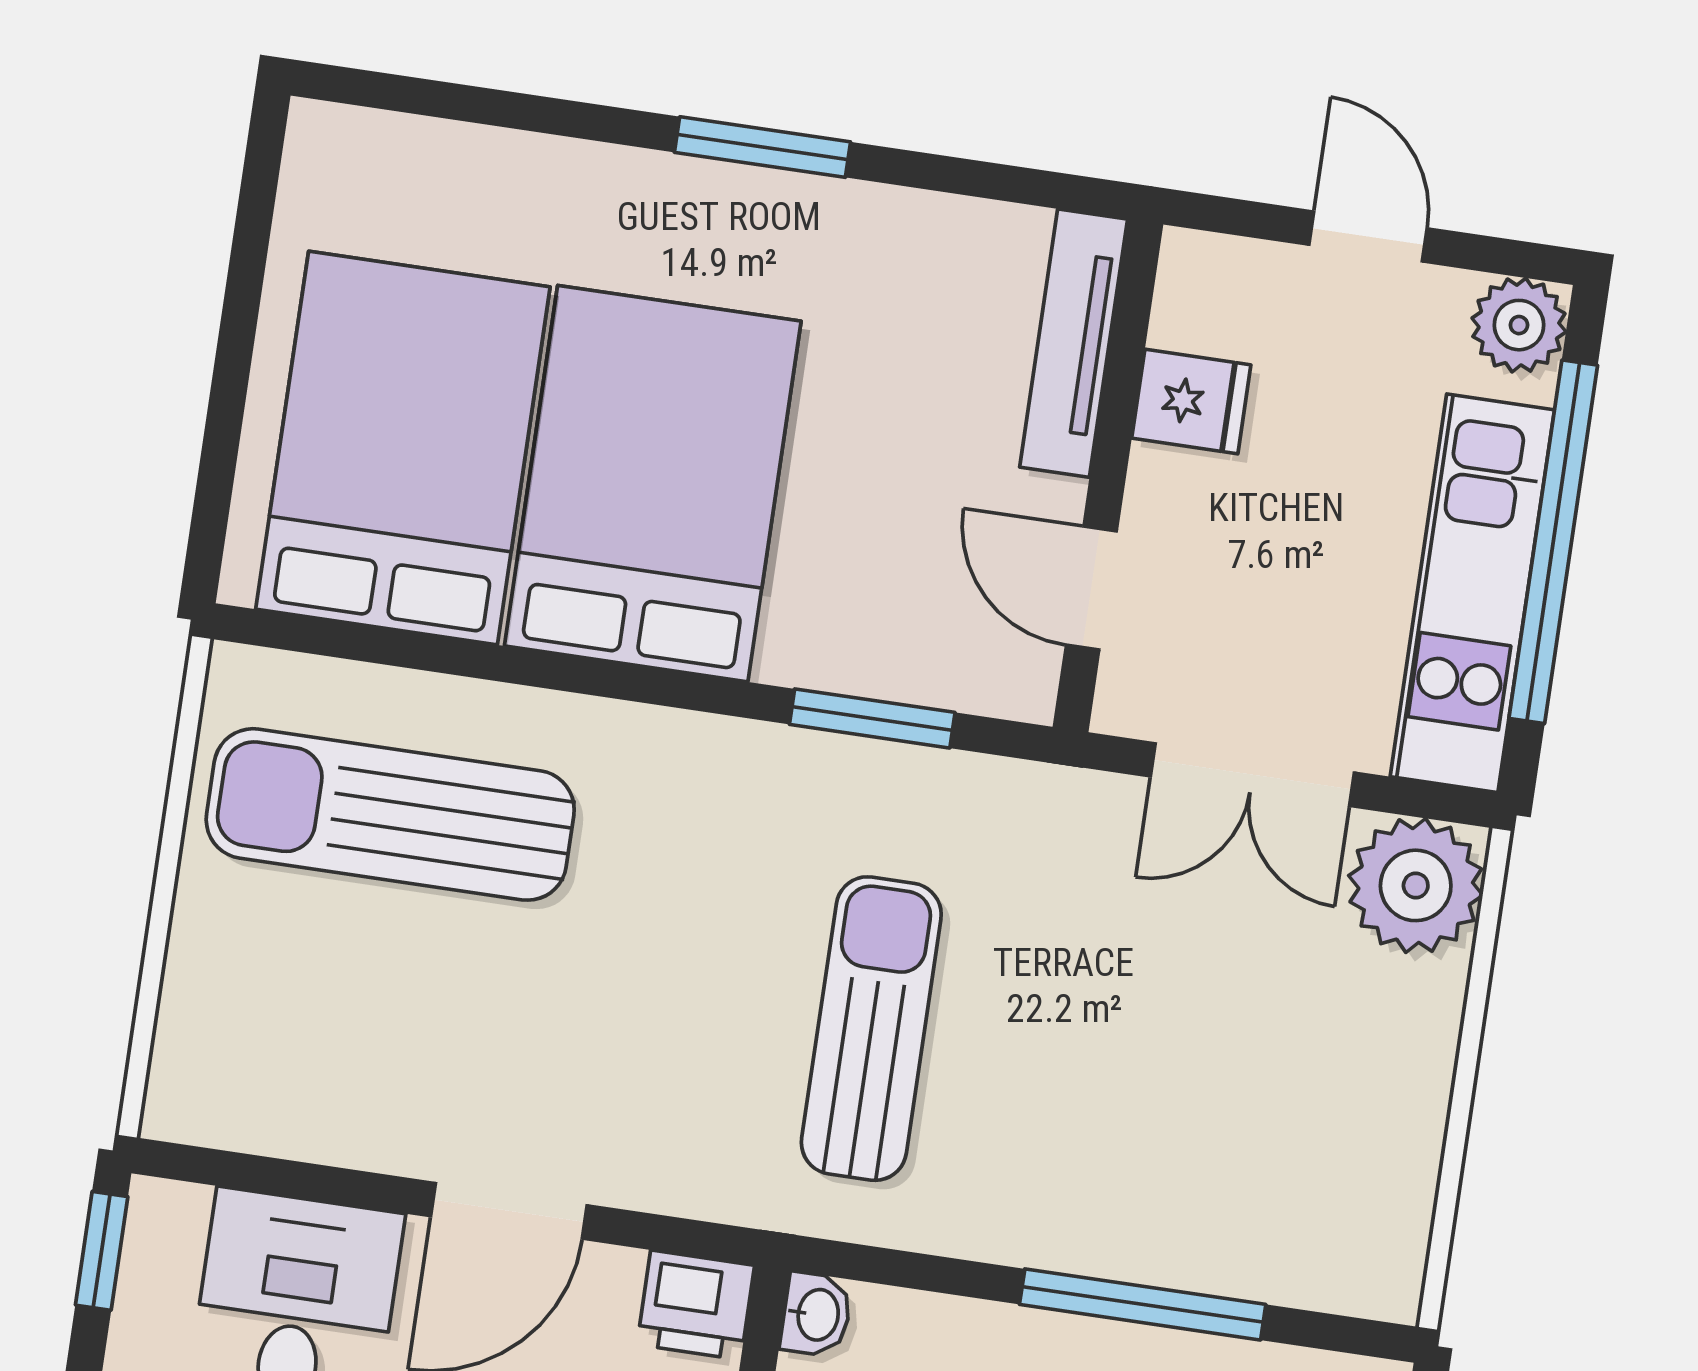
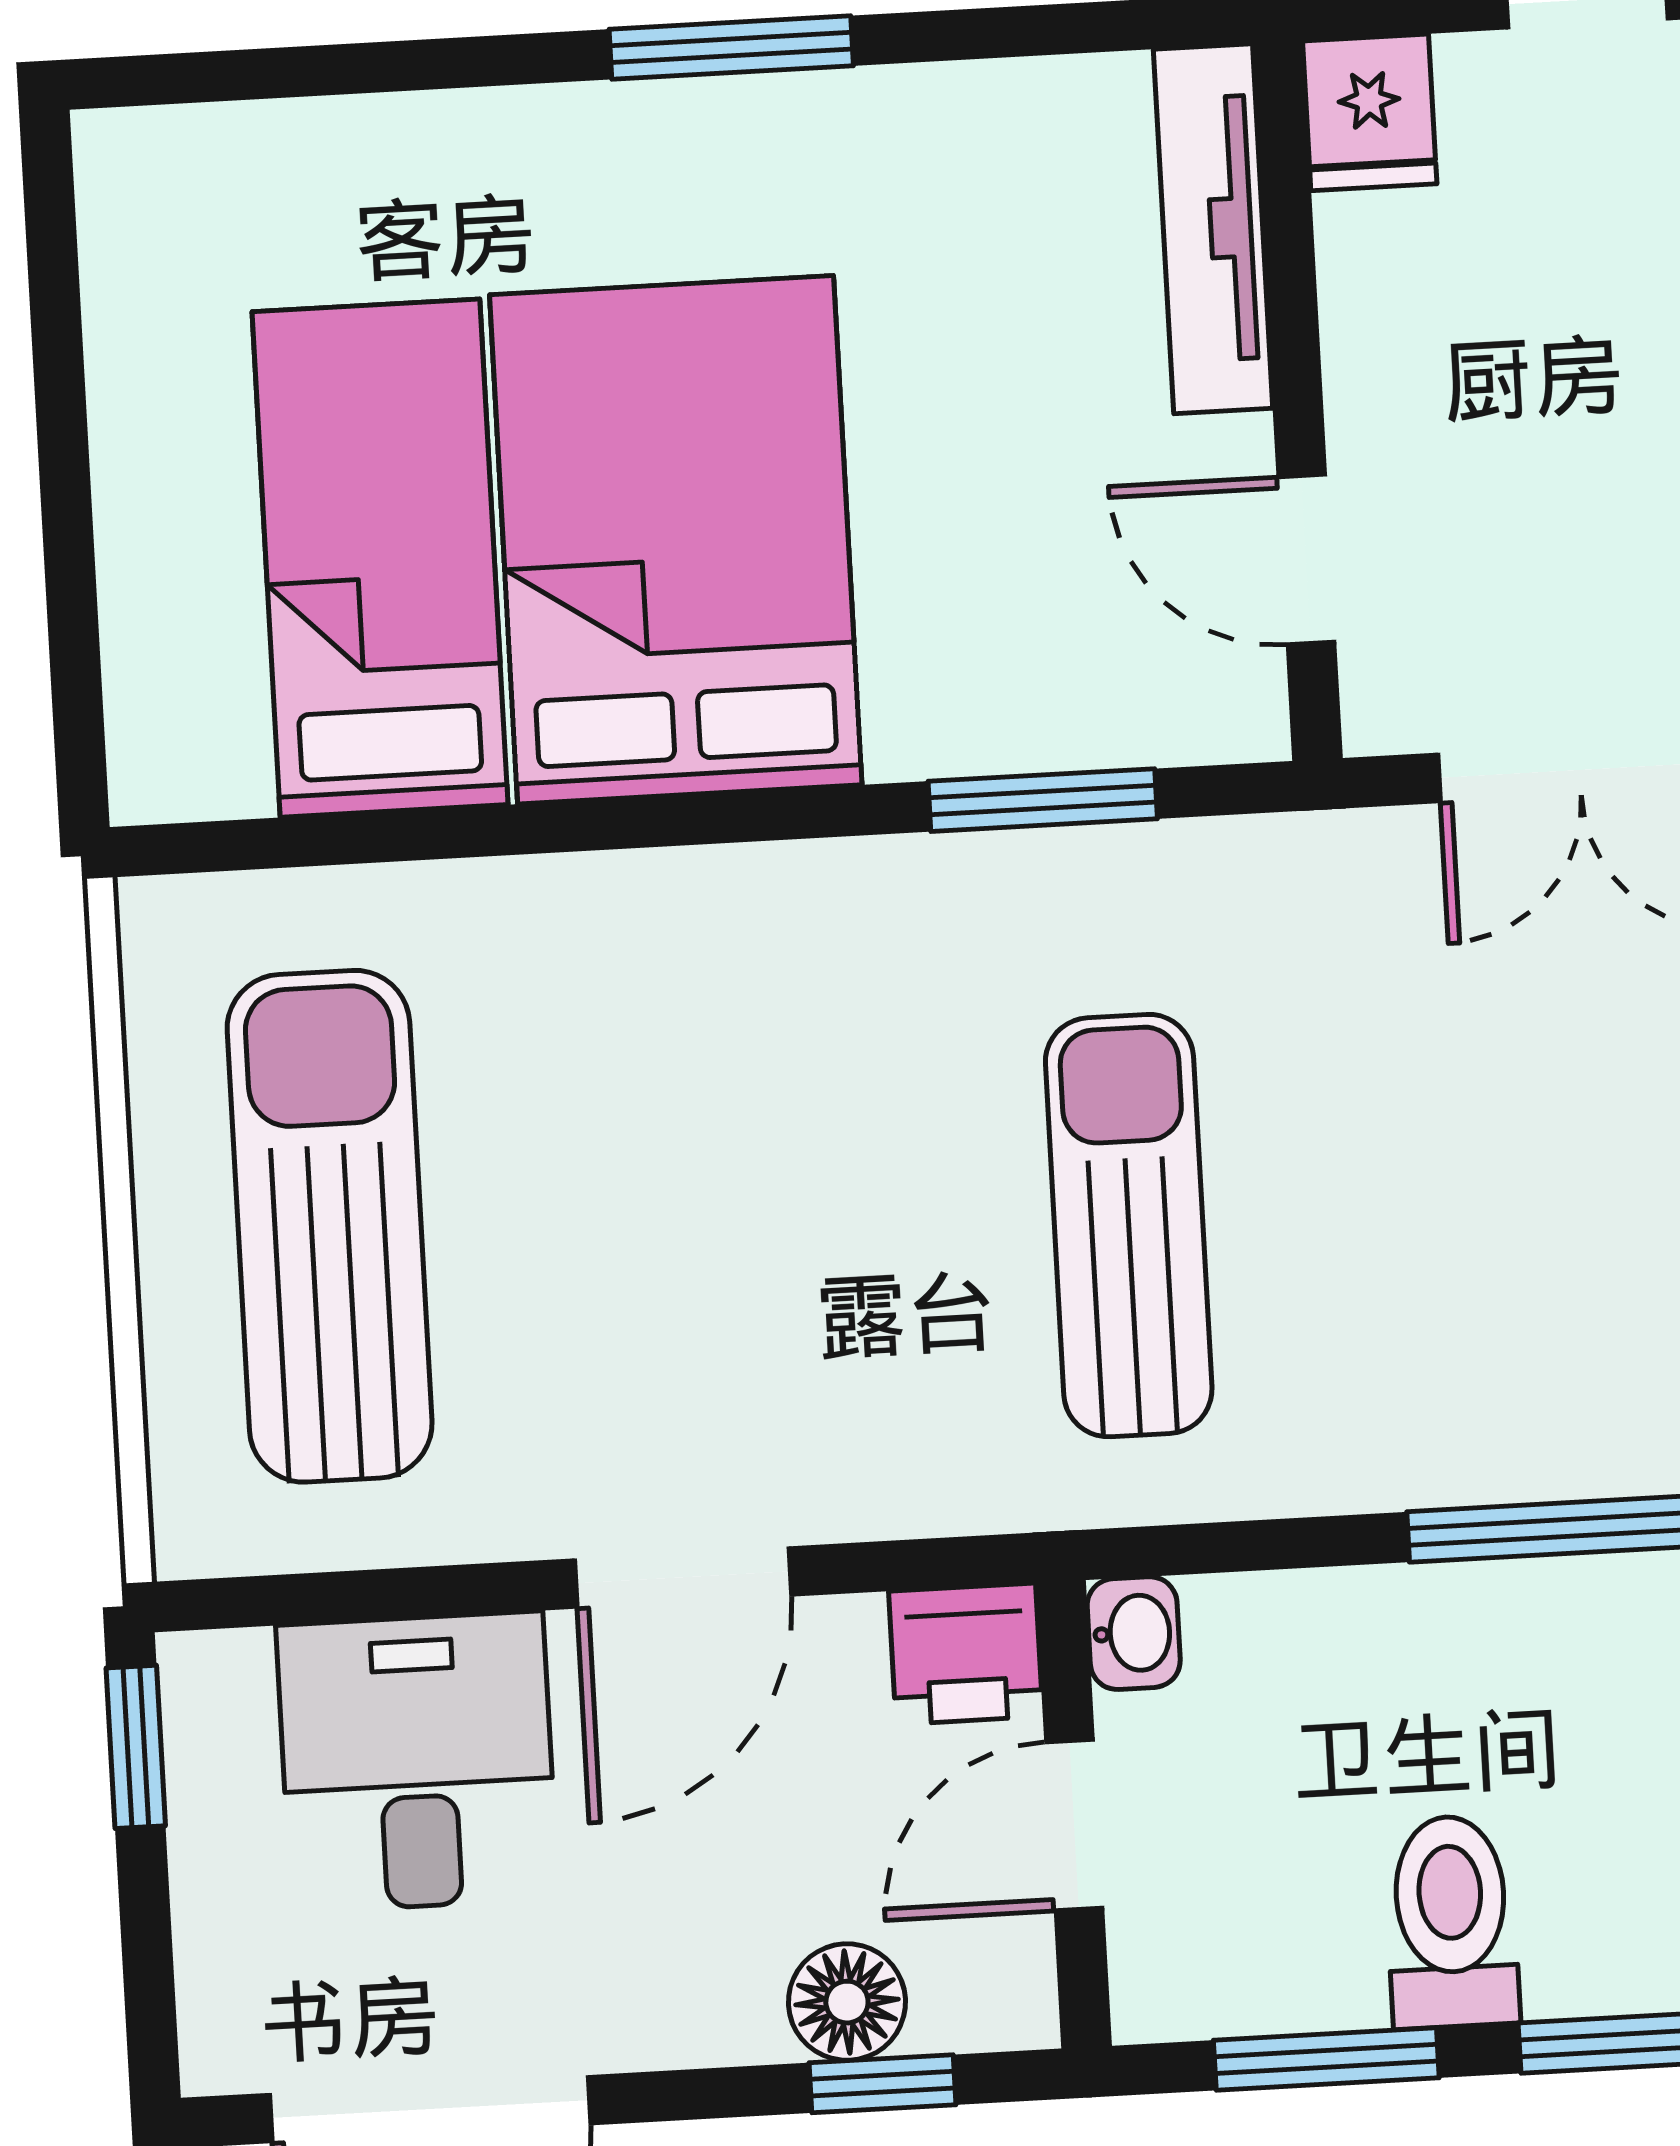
fridge: (1191, 402) -> (1370, 112), moved, turned 90
bed: (403, 448) -> (380, 558), width x0.67
sun lounger: (390, 814) -> (330, 1226), moved, turned 90

